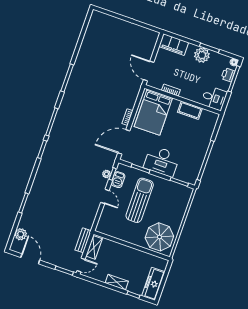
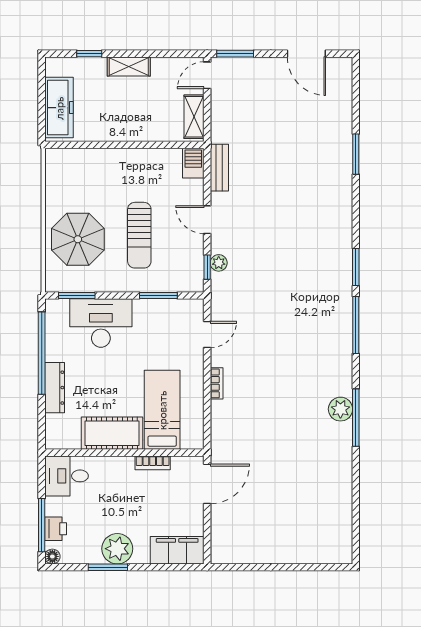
door: (149, 71) -> (207, 484), hinge flipped
cot: (190, 110) -> (112, 433), width x1.37, depth x1.34
bed: (153, 112) -> (162, 410), width x0.67
door: (124, 142) -> (207, 335), width x0.53
dresser: (205, 142) -> (55, 388), added
desk: (162, 161) -> (101, 323), moved
barbecue: (118, 180) -> (193, 163), moved
sun lounger: (140, 200) -> (139, 235), width x0.73, depth x0.75
plant: (21, 234) -> (340, 409), moved
parasol: (159, 237) -> (78, 239), moved
bench: (83, 240) -> (219, 168), moved
freezer: (153, 284) -> (59, 108), moved

